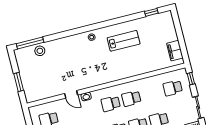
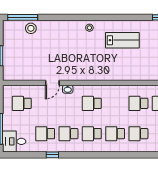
door: (71, 94) -> (52, 83), hinge flipped
school desk: (131, 98) -> (138, 103), moved

